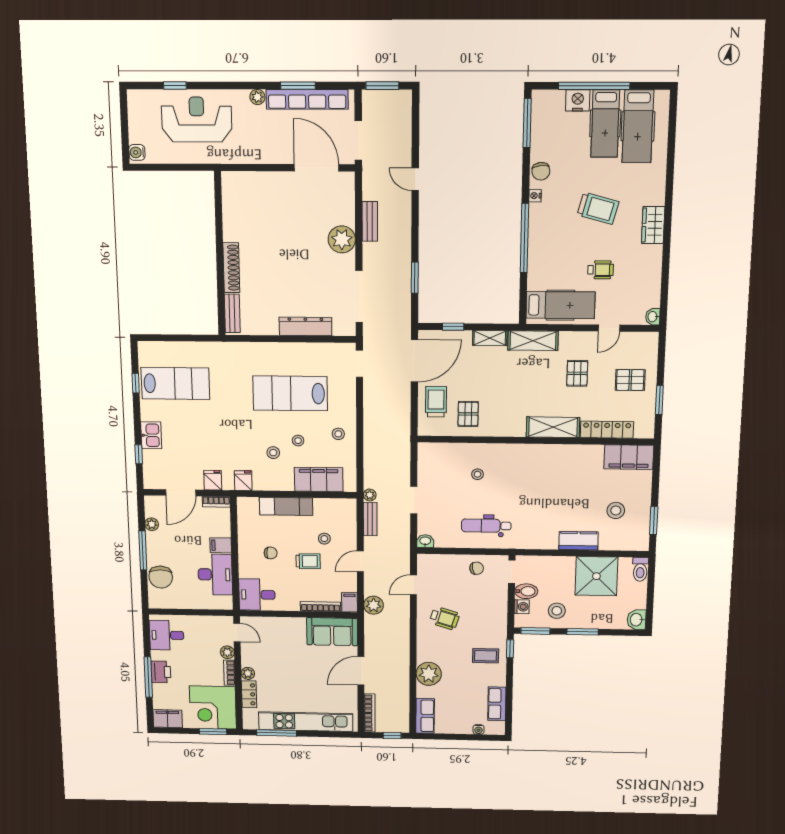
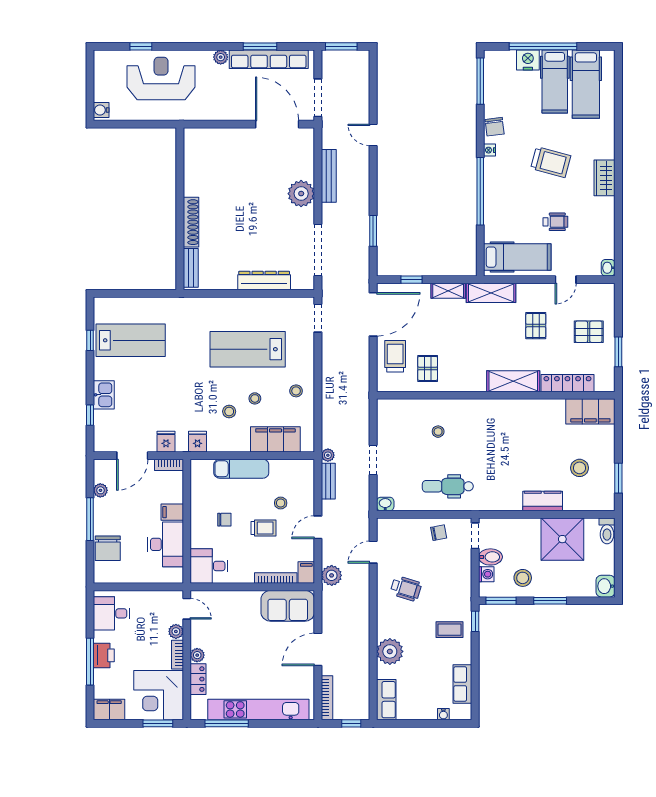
bench: (370, 221) -> (329, 176), width x1.36

